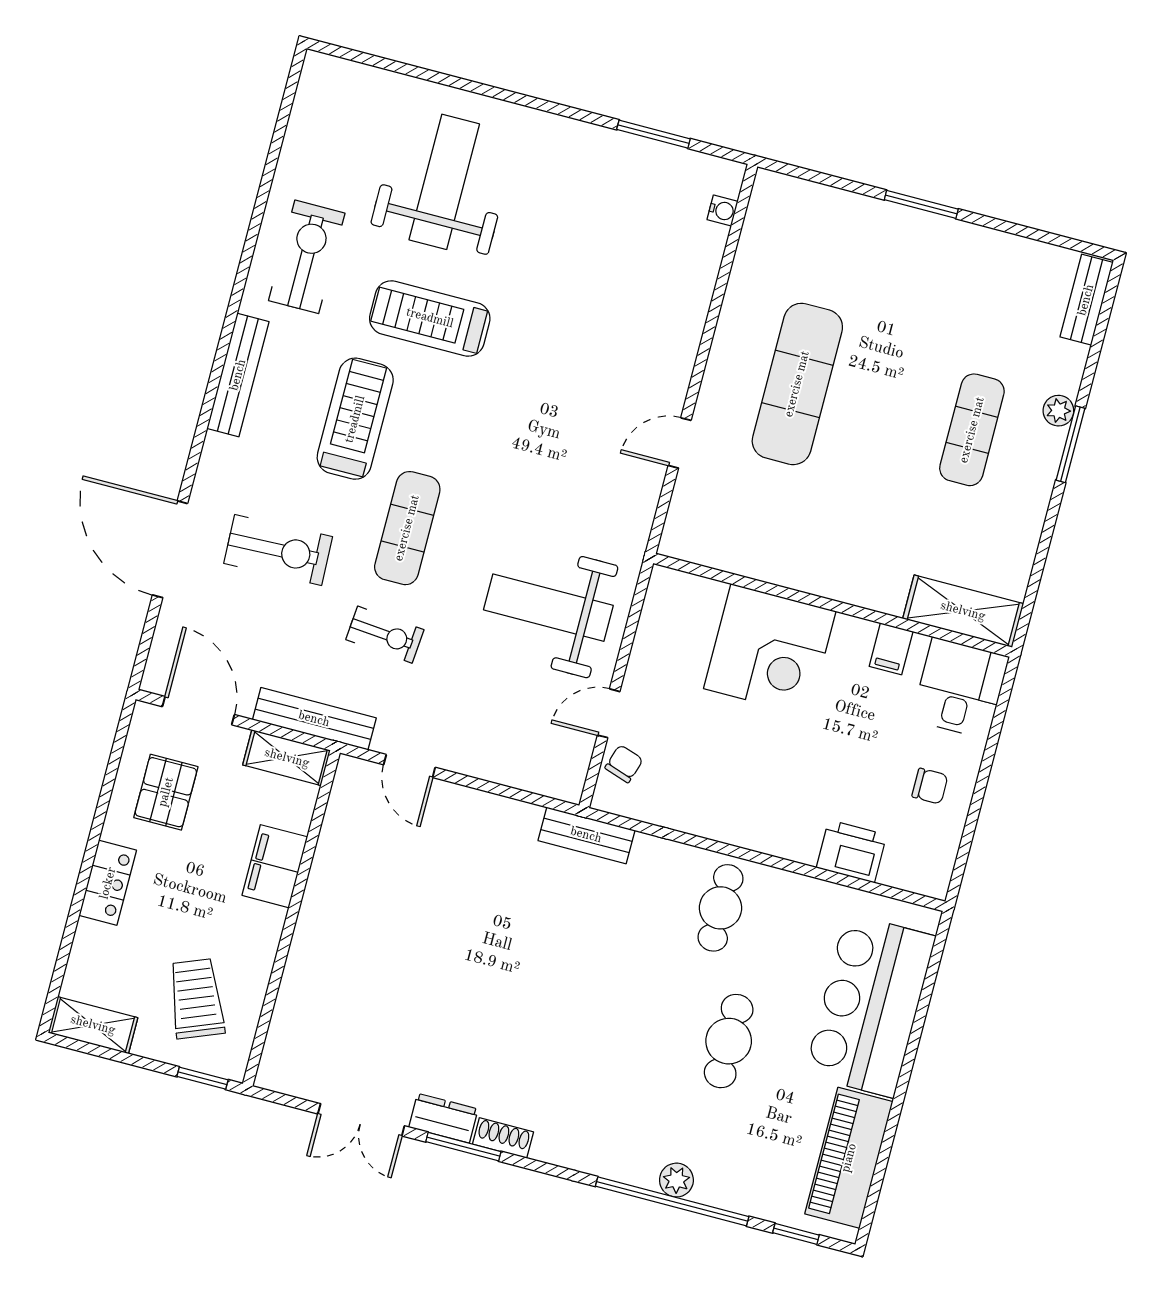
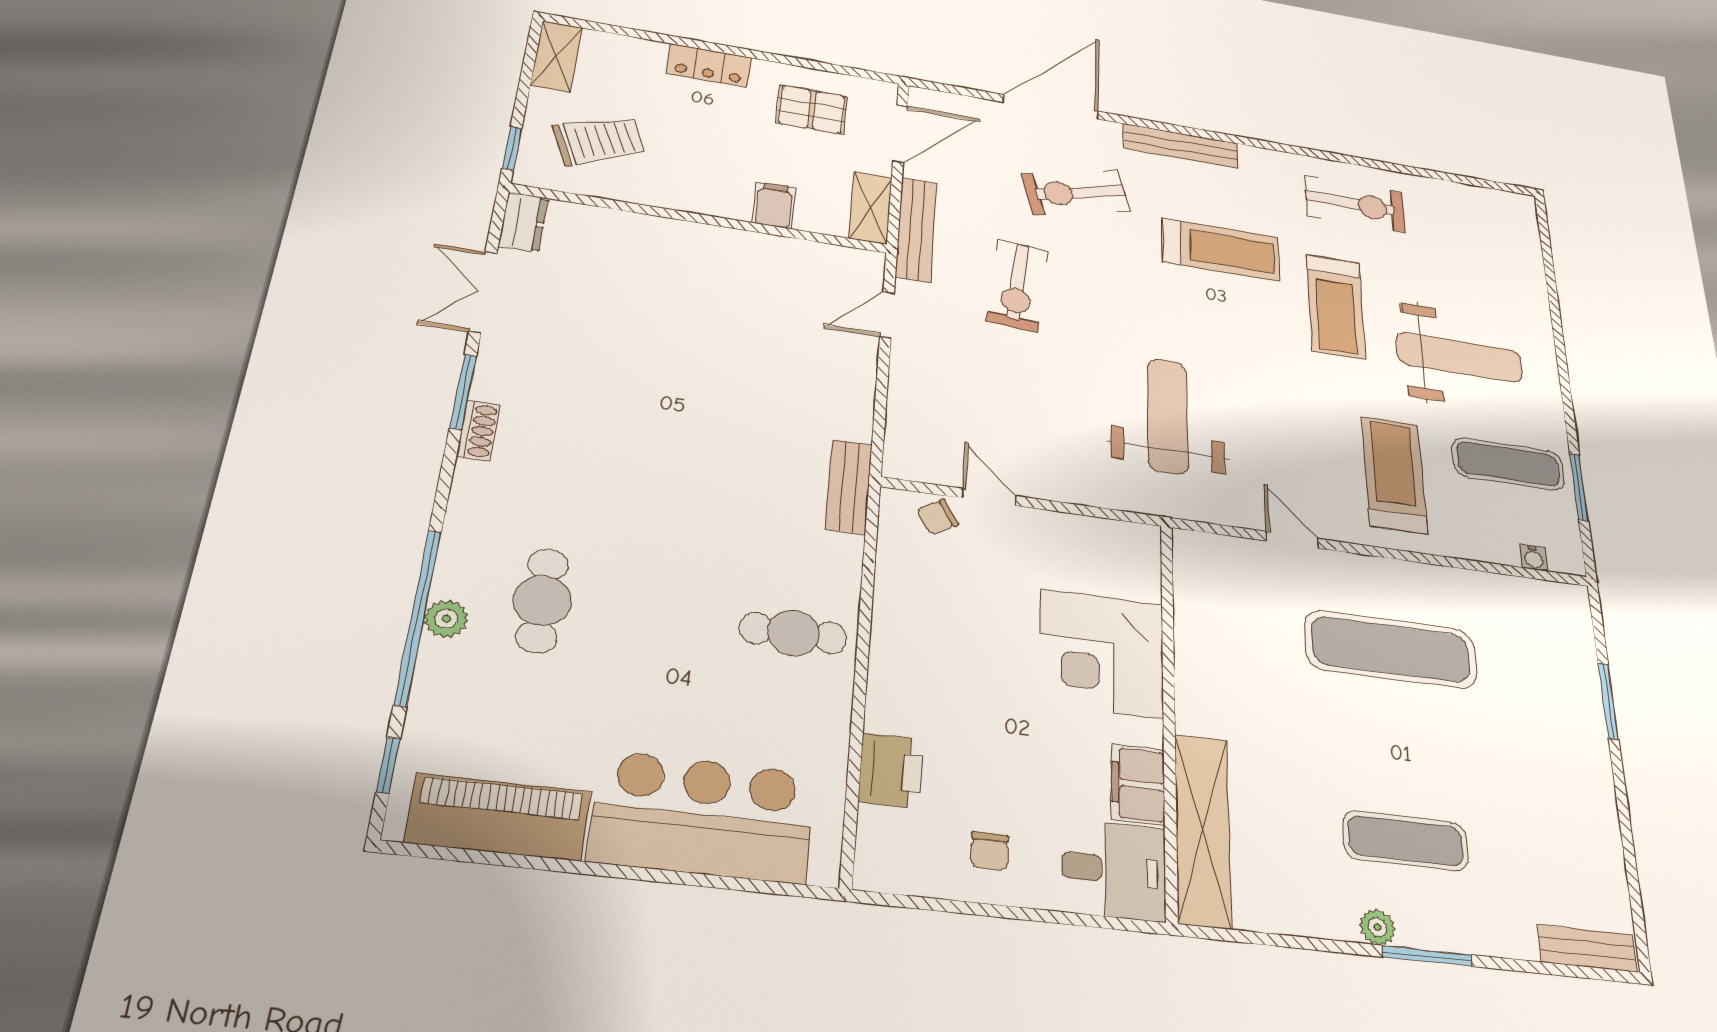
weight bench: (444, 182) -> (1459, 357), moved
window: (921, 204) -> (1608, 701), moved
treadmill: (430, 318) -> (1336, 306), turned 180
treadmill: (622, 321) -> (1394, 475), added
bench: (238, 375) -> (1181, 146), moved
plant: (1058, 411) -> (1377, 927), moved
exercise mat: (407, 528) -> (1508, 464), moved
exercise bike: (278, 550) -> (1076, 192), turned 77
weight bench: (548, 608) -> (1167, 416), moved
shelving: (963, 611) -> (1203, 830), width x1.47
exercise bike: (385, 635) -> (1018, 286), width x1.38, depth x1.39
filing cabinet: (891, 649) -> (1138, 784), width x2.00
chair: (624, 764) -> (938, 517), turned 131
filing cabinet: (275, 866) -> (774, 205), width x0.50
cafe table: (729, 1041) -> (542, 601), moved, turned 90
dresser: (443, 1118) -> (523, 222), moved

